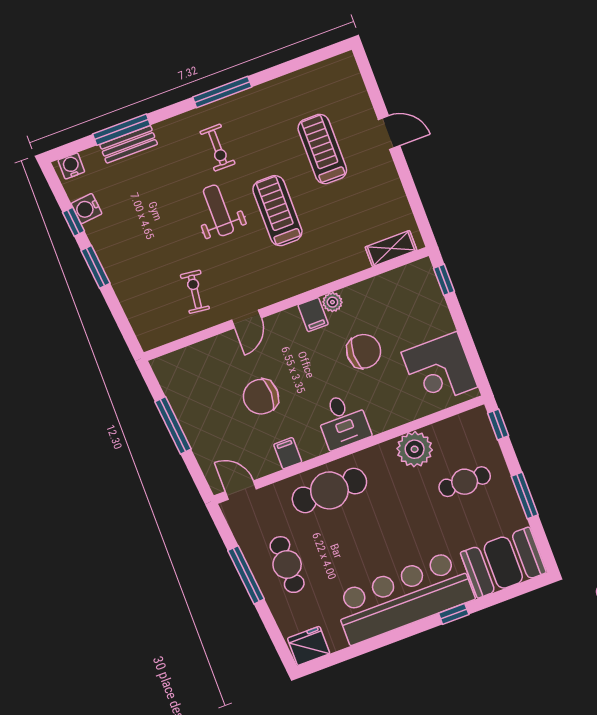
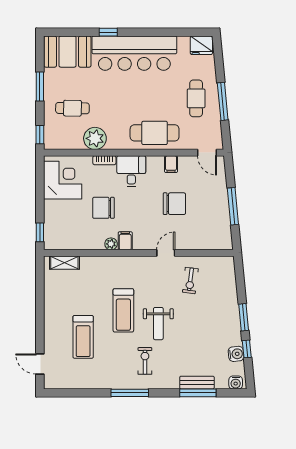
door: (389, 132) -> (40, 364), moved
bookcase: (389, 422) -> (104, 160), added

